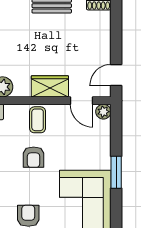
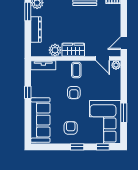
wardrobe: (50, 86) -> (73, 50), moved
window: (116, 172) -> (124, 113), moved

